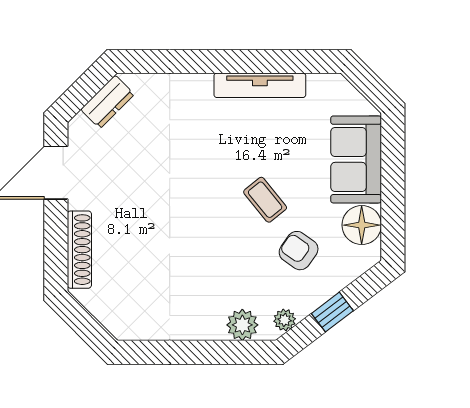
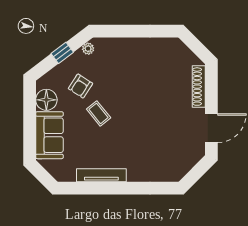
dresser: (108, 102) -> (184, 166), removed
armchair: (299, 251) -> (80, 86), turned 88
plant: (242, 325) -> (111, 46), removed

